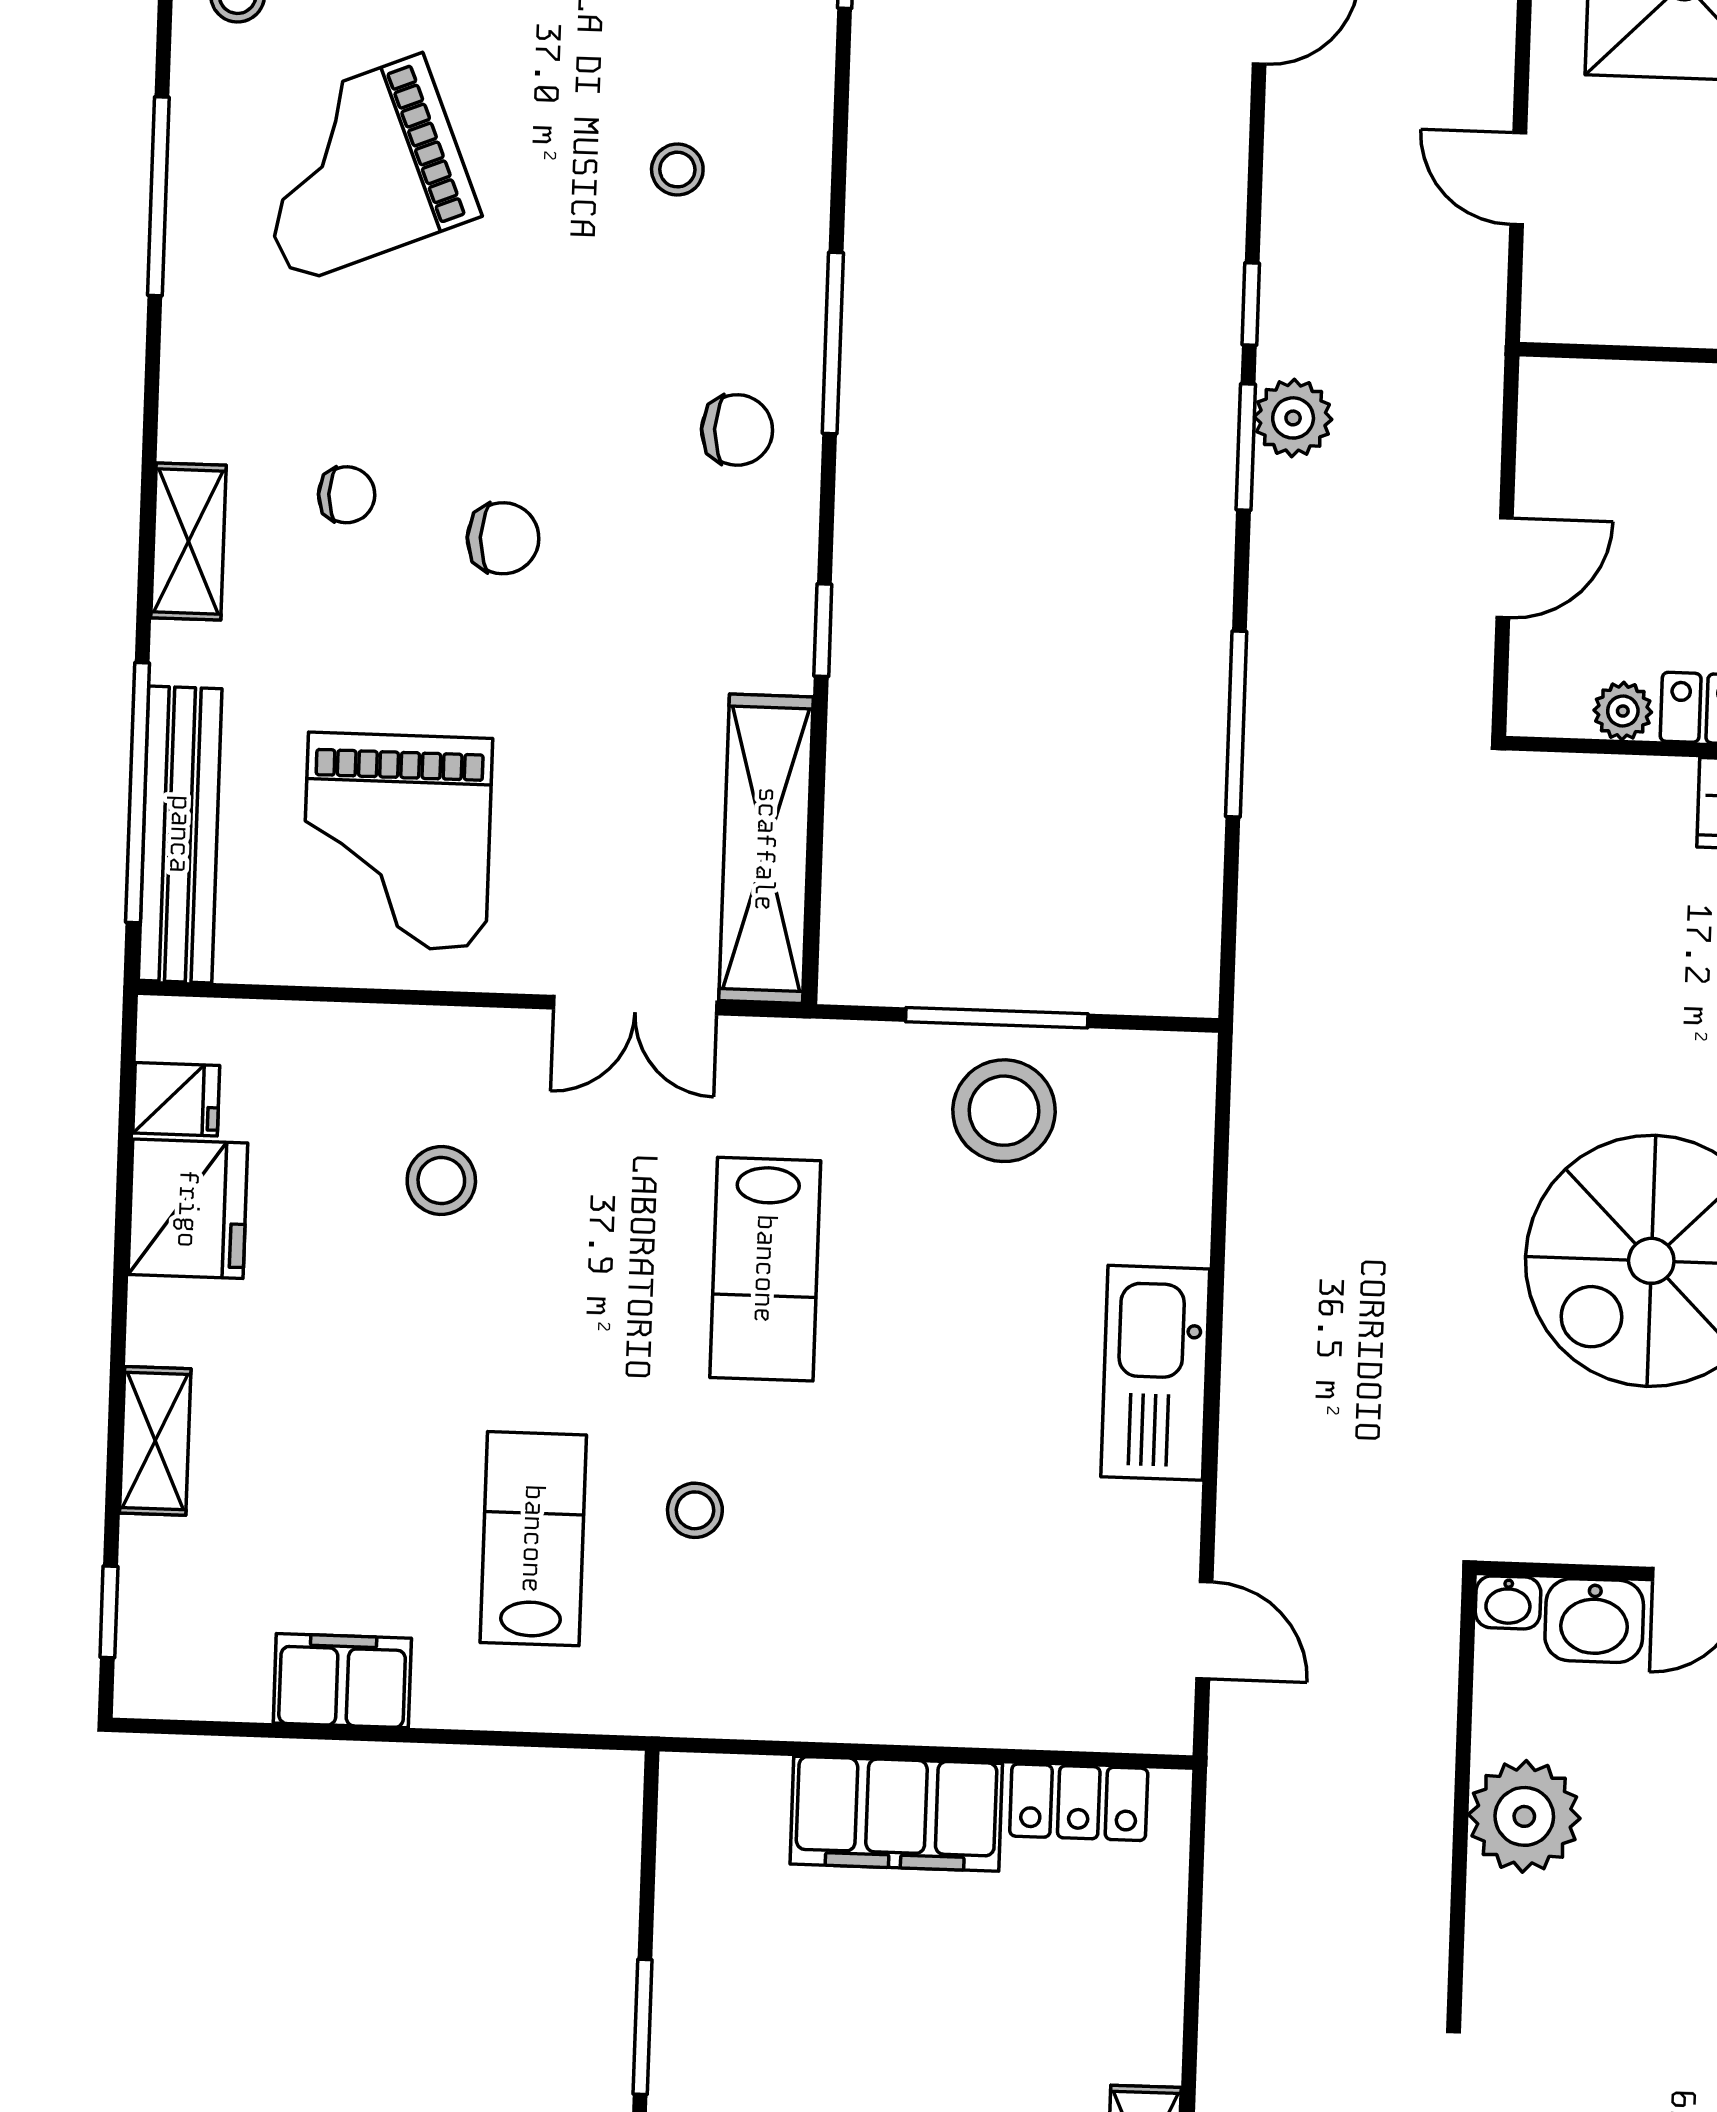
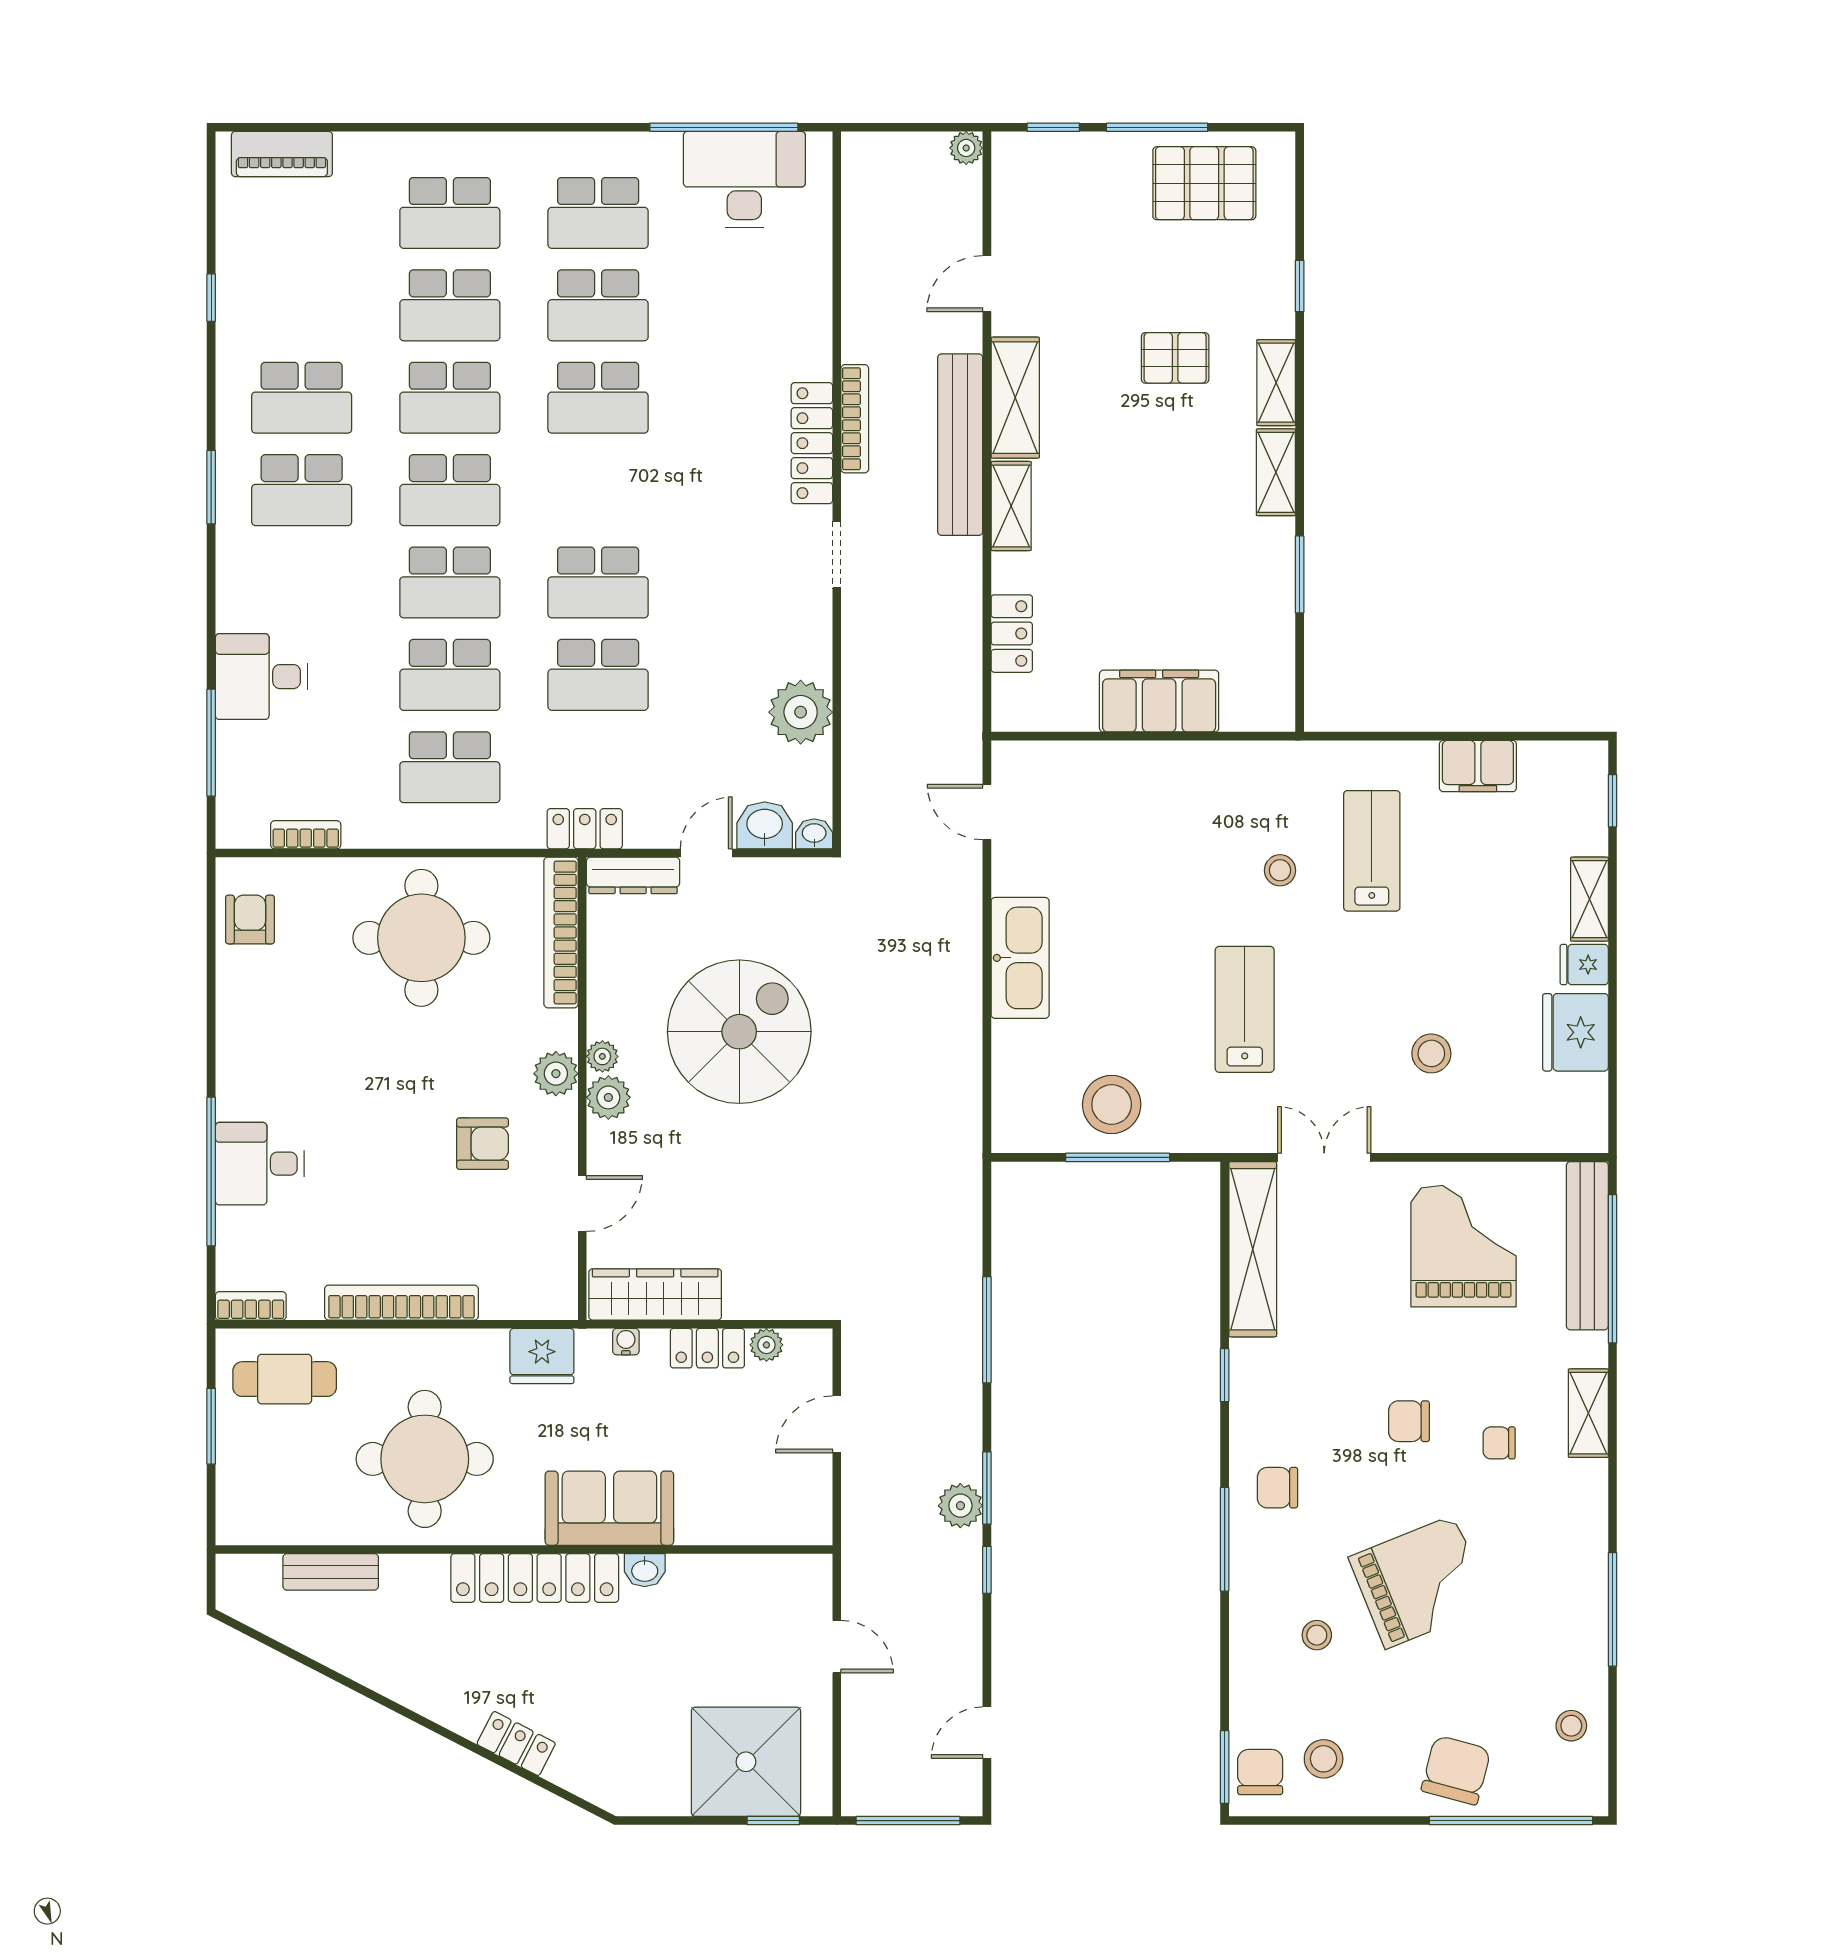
grand piano: (358, 169) -> (1420, 1582), moved
fridge: (176, 1099) -> (1584, 965), moved
lab bench: (533, 1539) -> (1372, 851), turned 180
locker: (1079, 1802) -> (1012, 634), moved, turned 90

